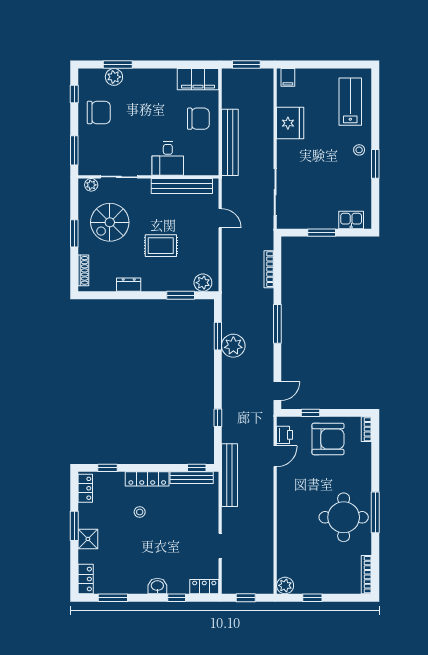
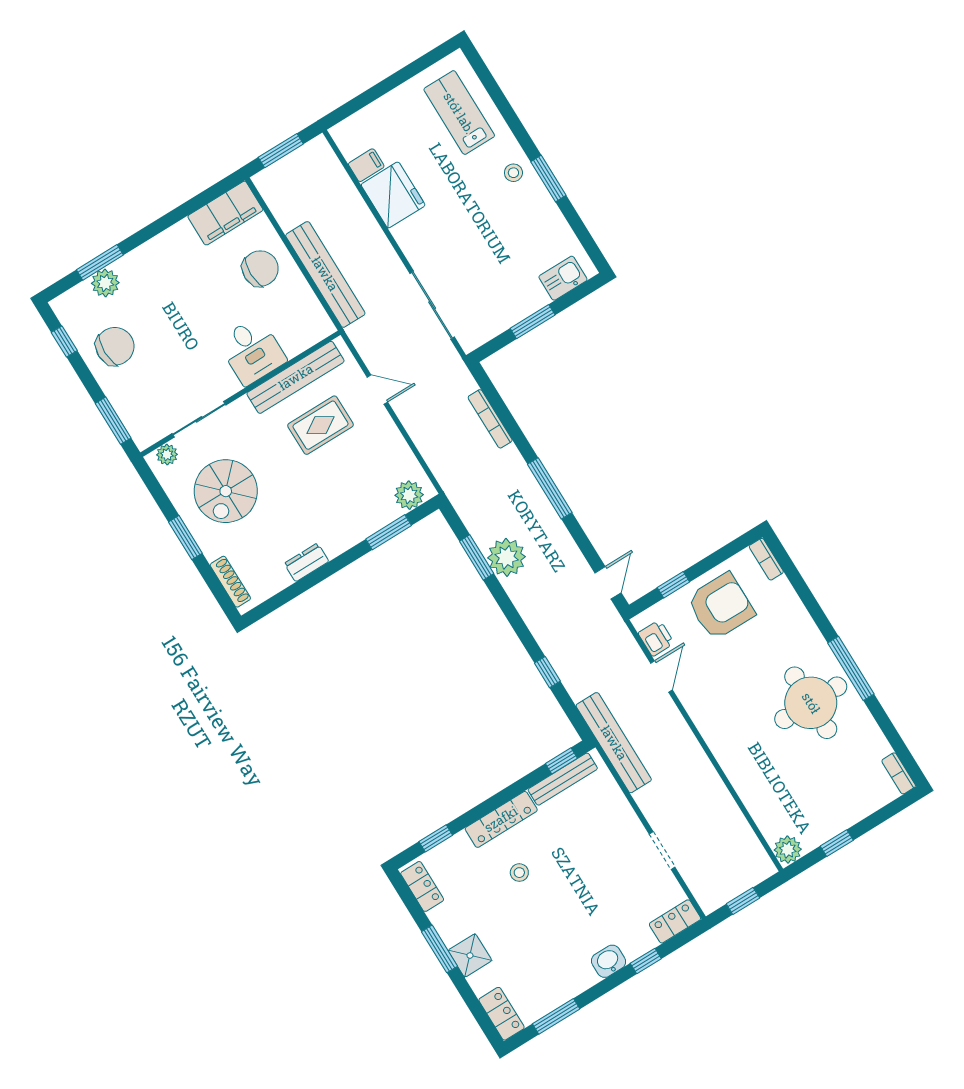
filing cabinet: (288, 77) -> (366, 165), moved, turned -90
rug: (161, 246) -> (321, 425), moved
bookcase: (366, 575) -> (899, 773), width x0.64

